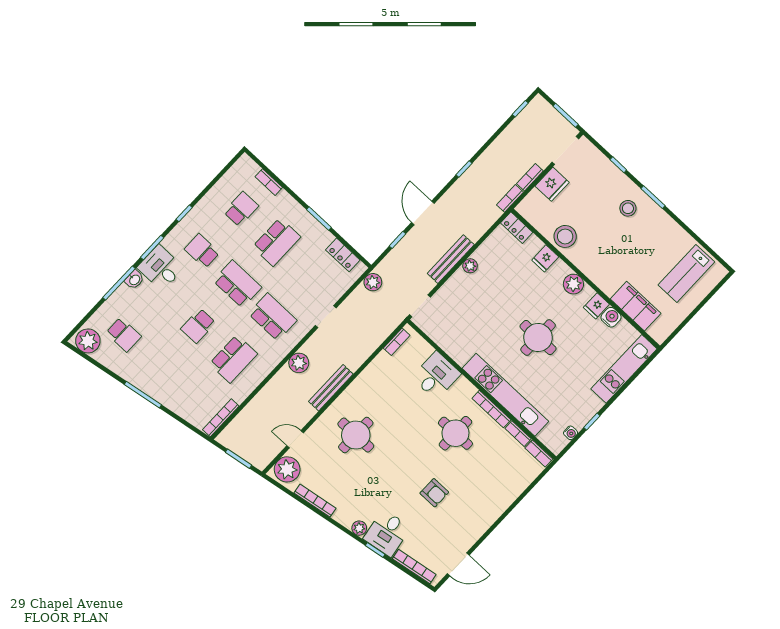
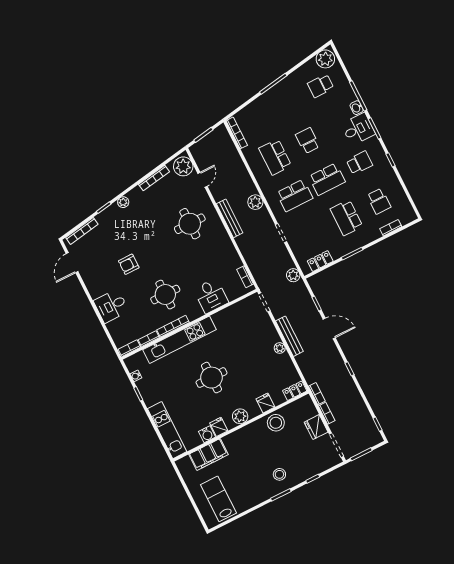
desk: (387, 533) -> (111, 306), moved, turned -81

